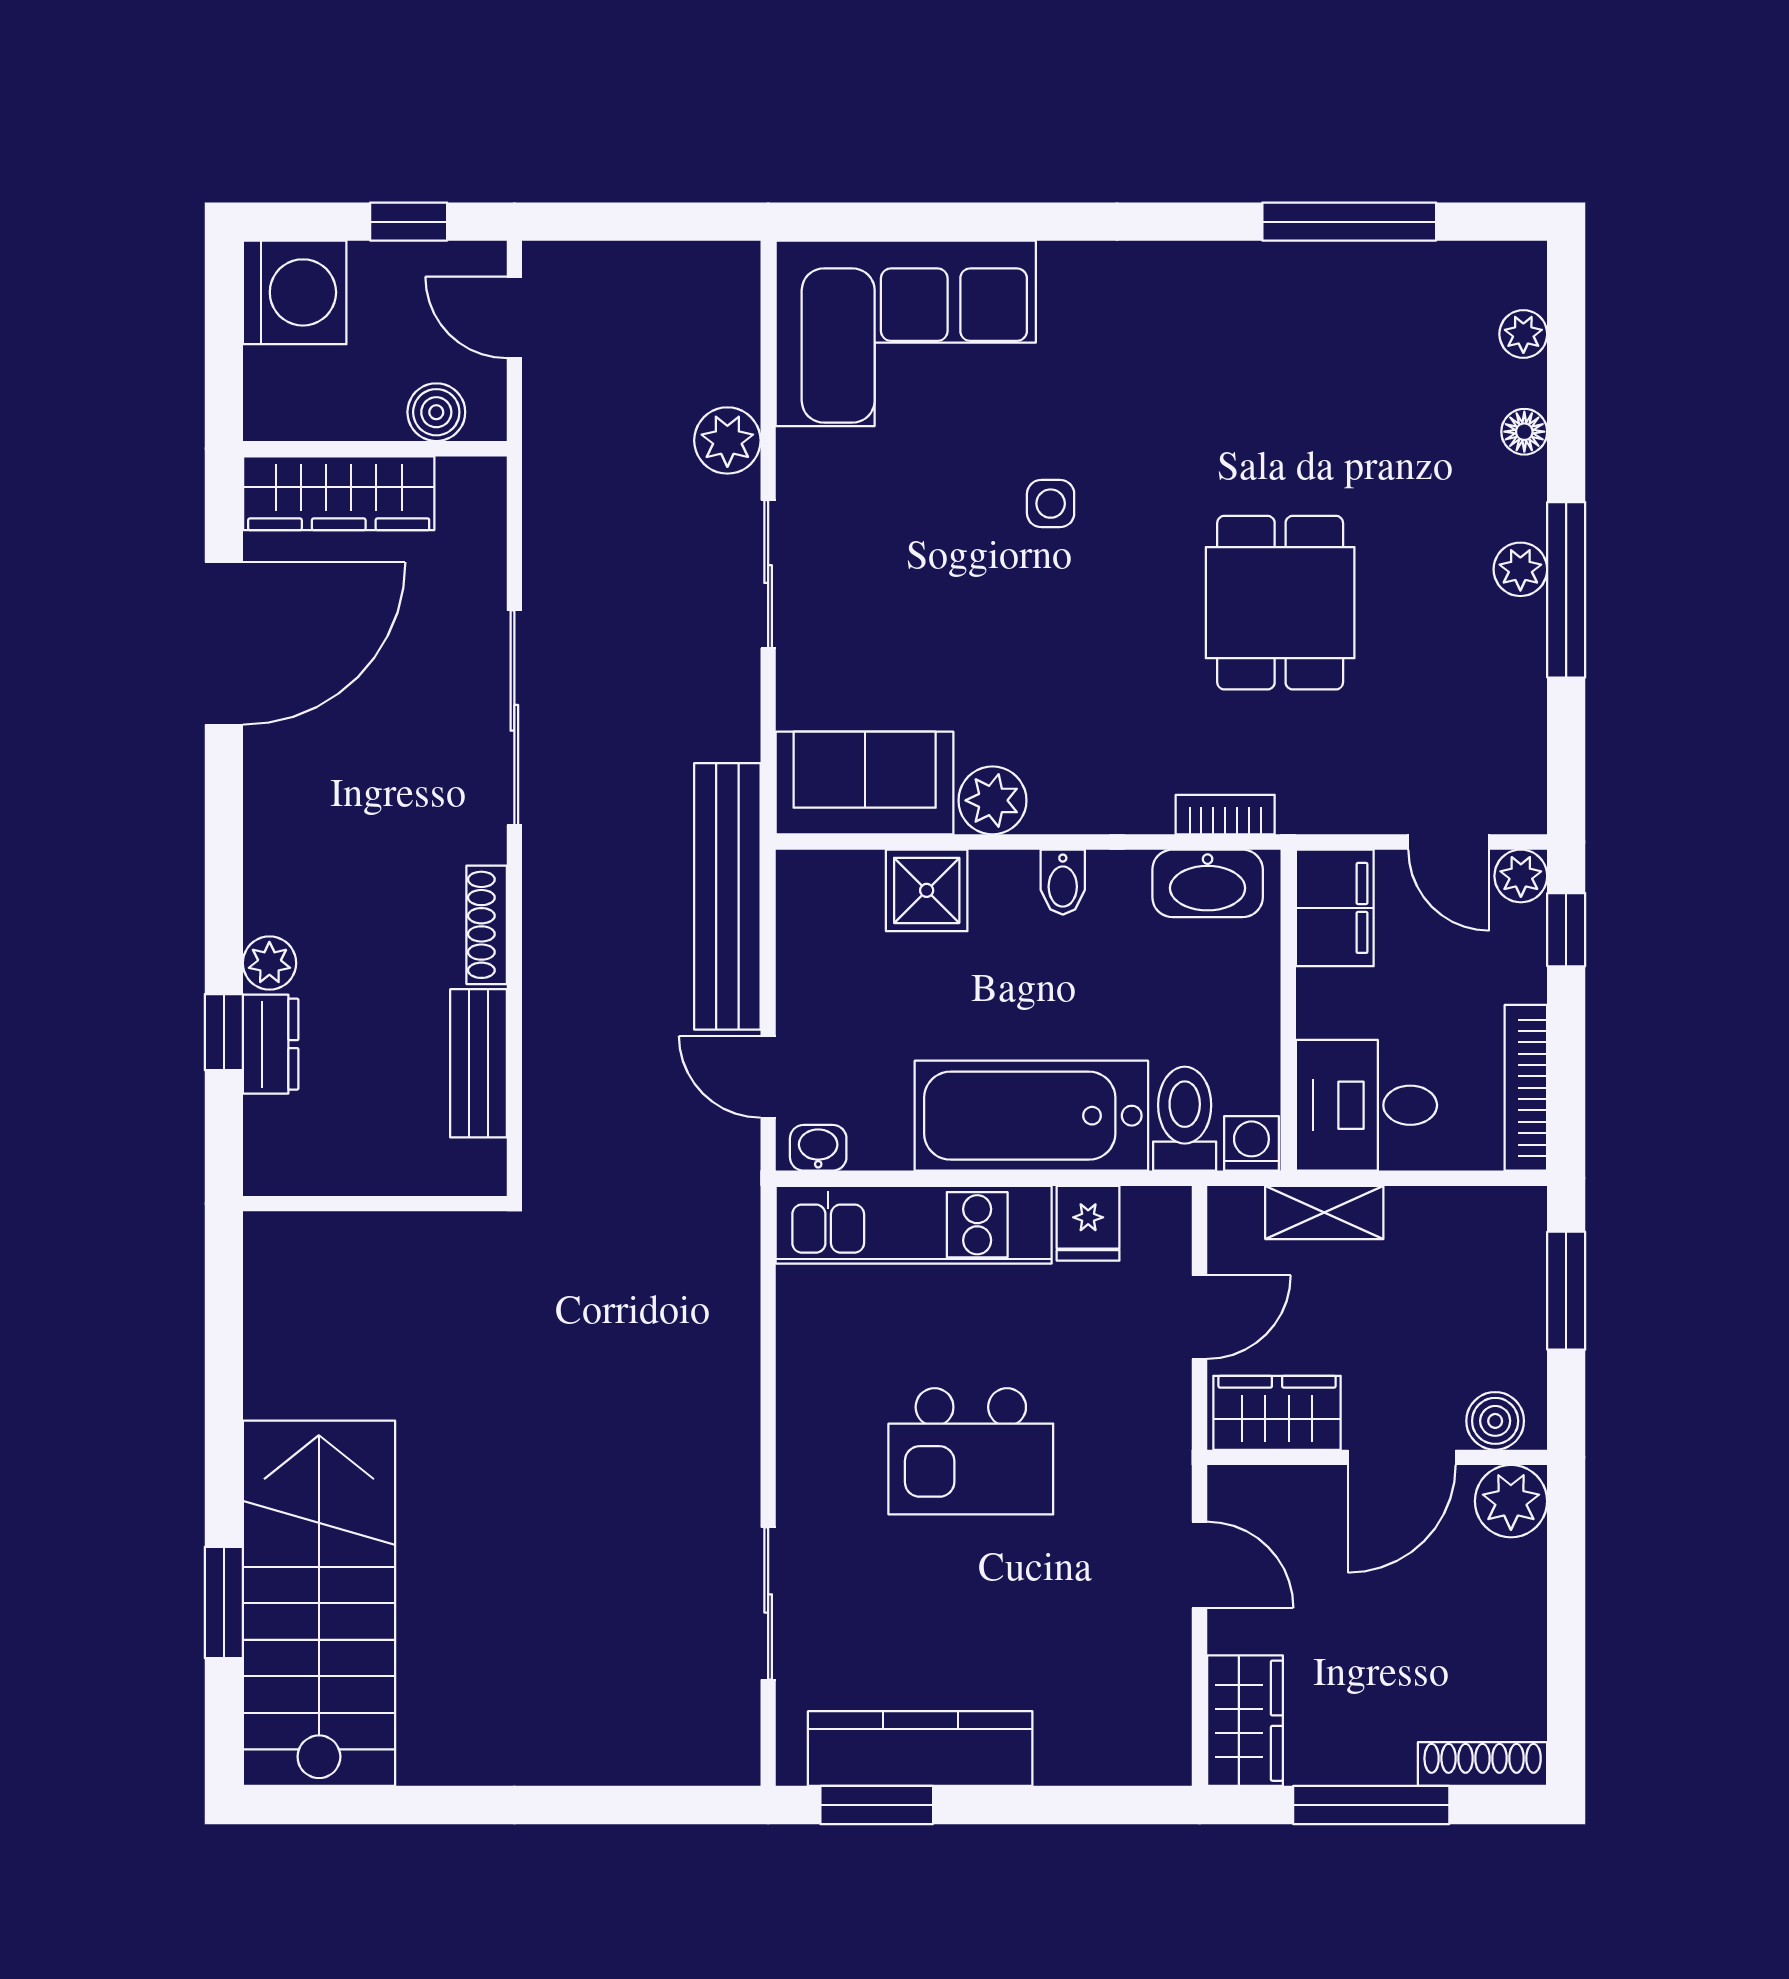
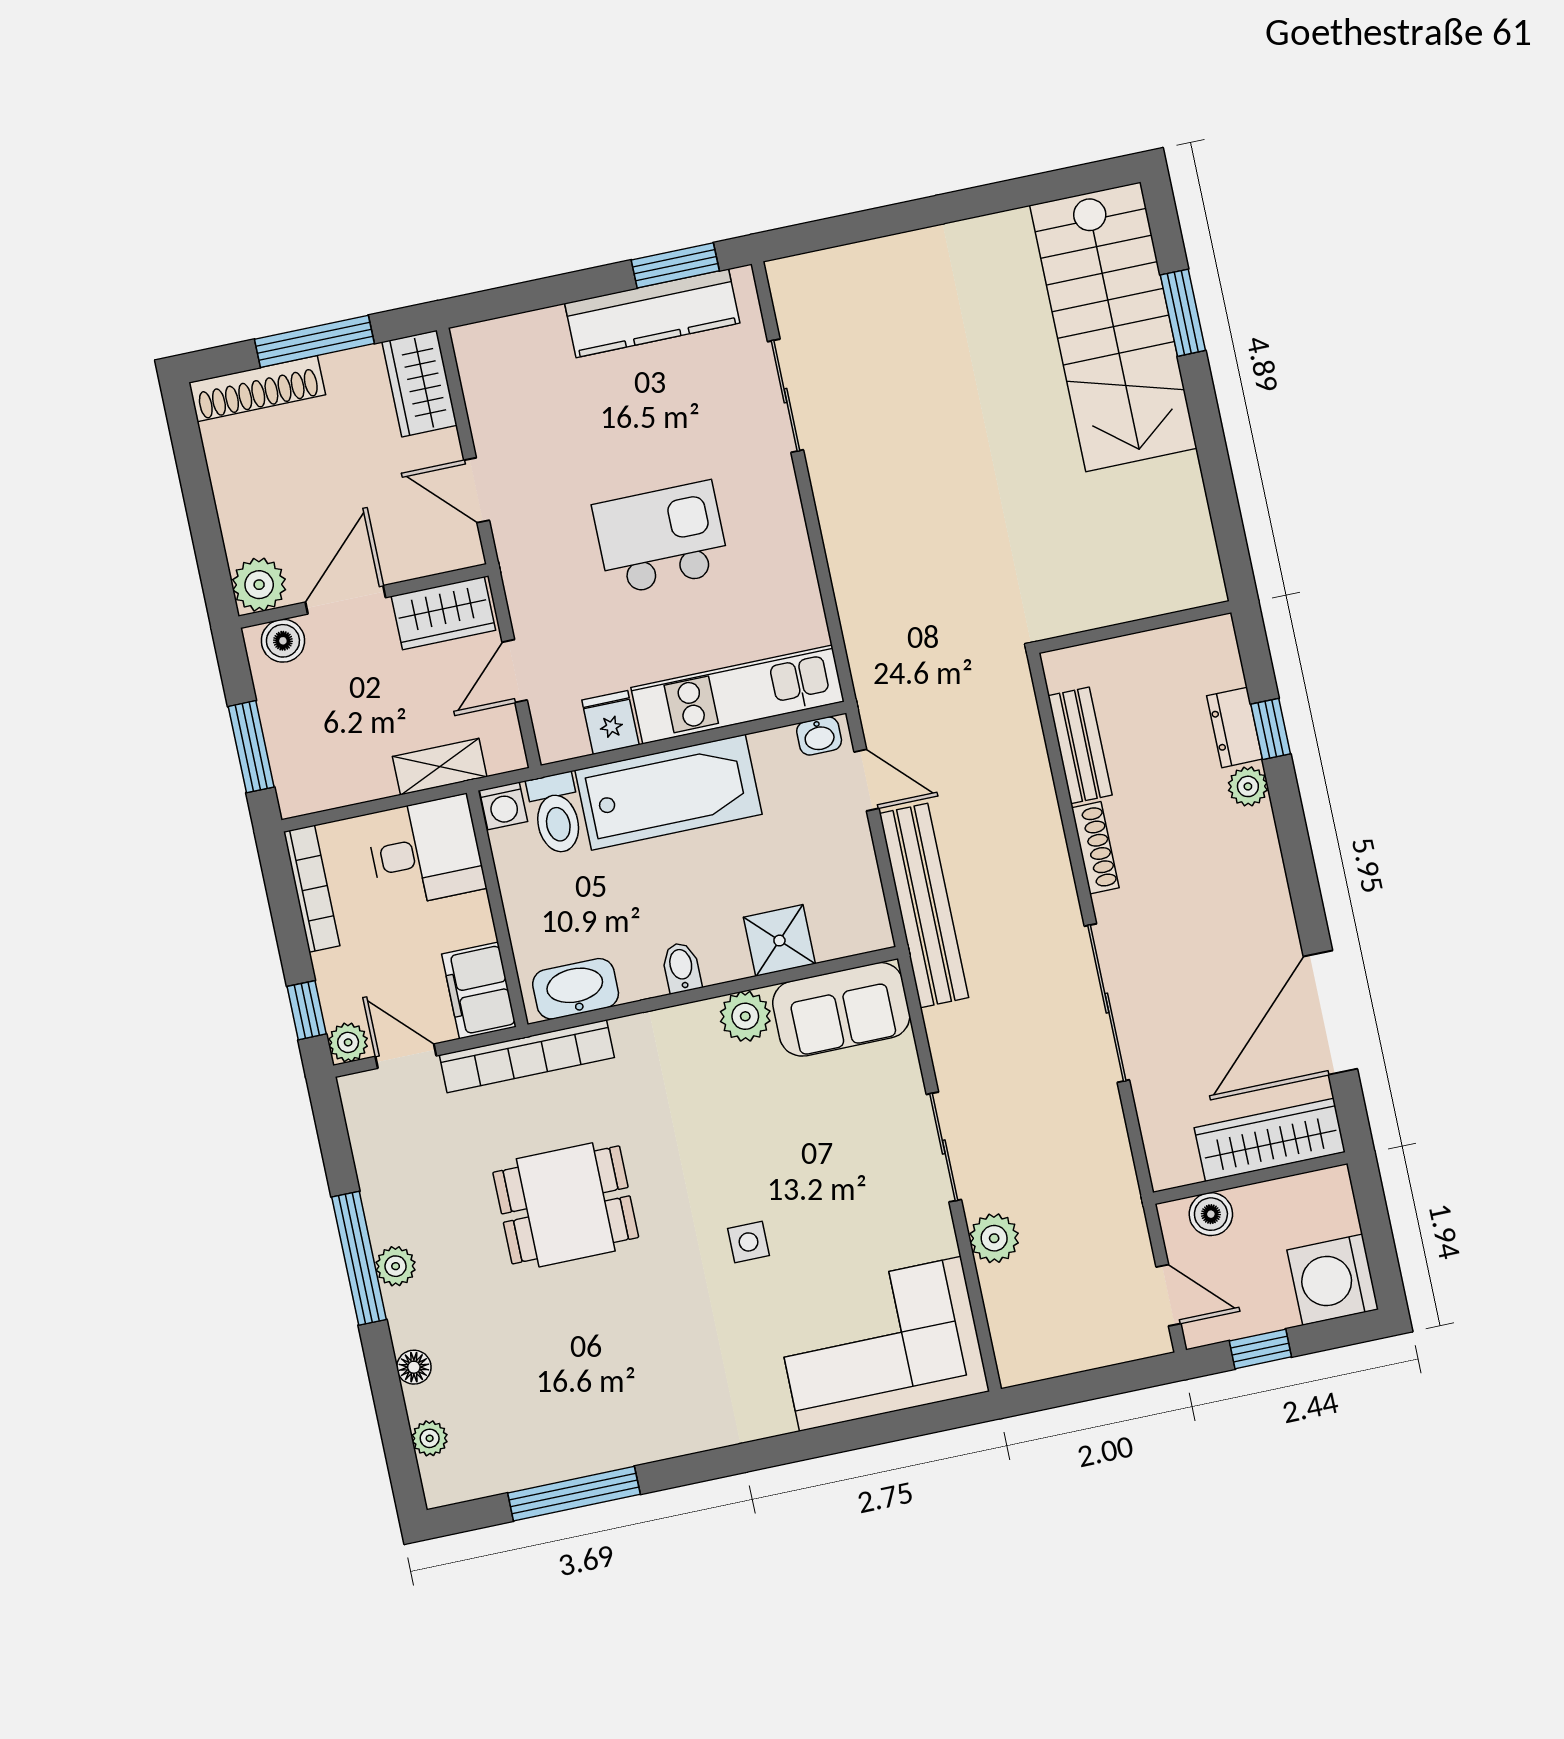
dining table: (1280, 603) -> (566, 1205), turned 90
bookcase: (1225, 815) -> (527, 1056), width x2.31, depth x1.31
shoe rack: (1483, 1764) -> (257, 389), width x1.36, depth x1.24

